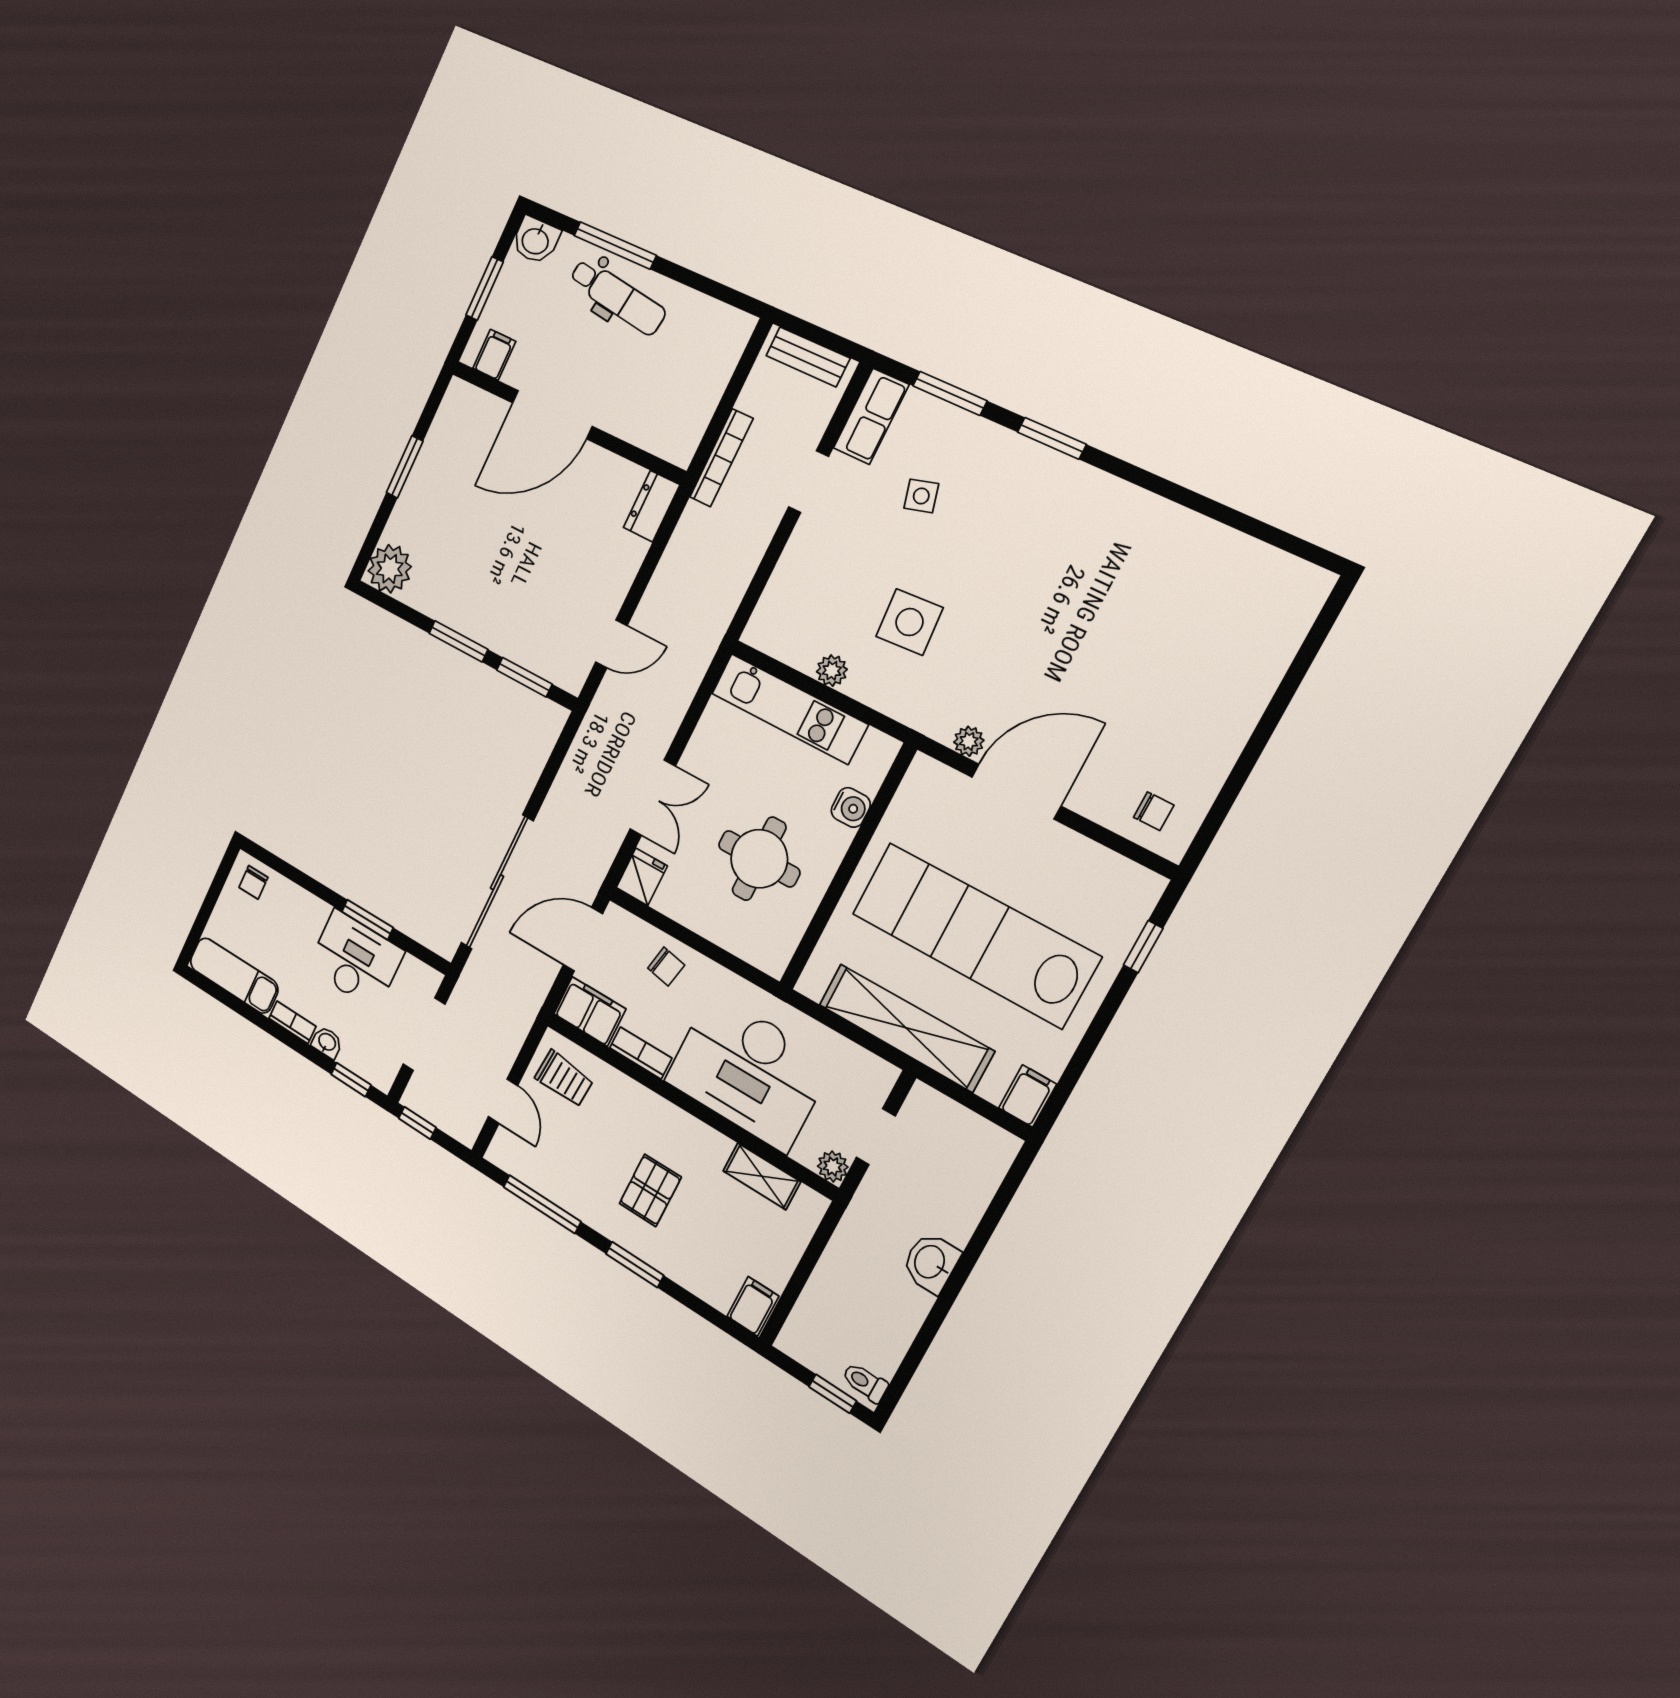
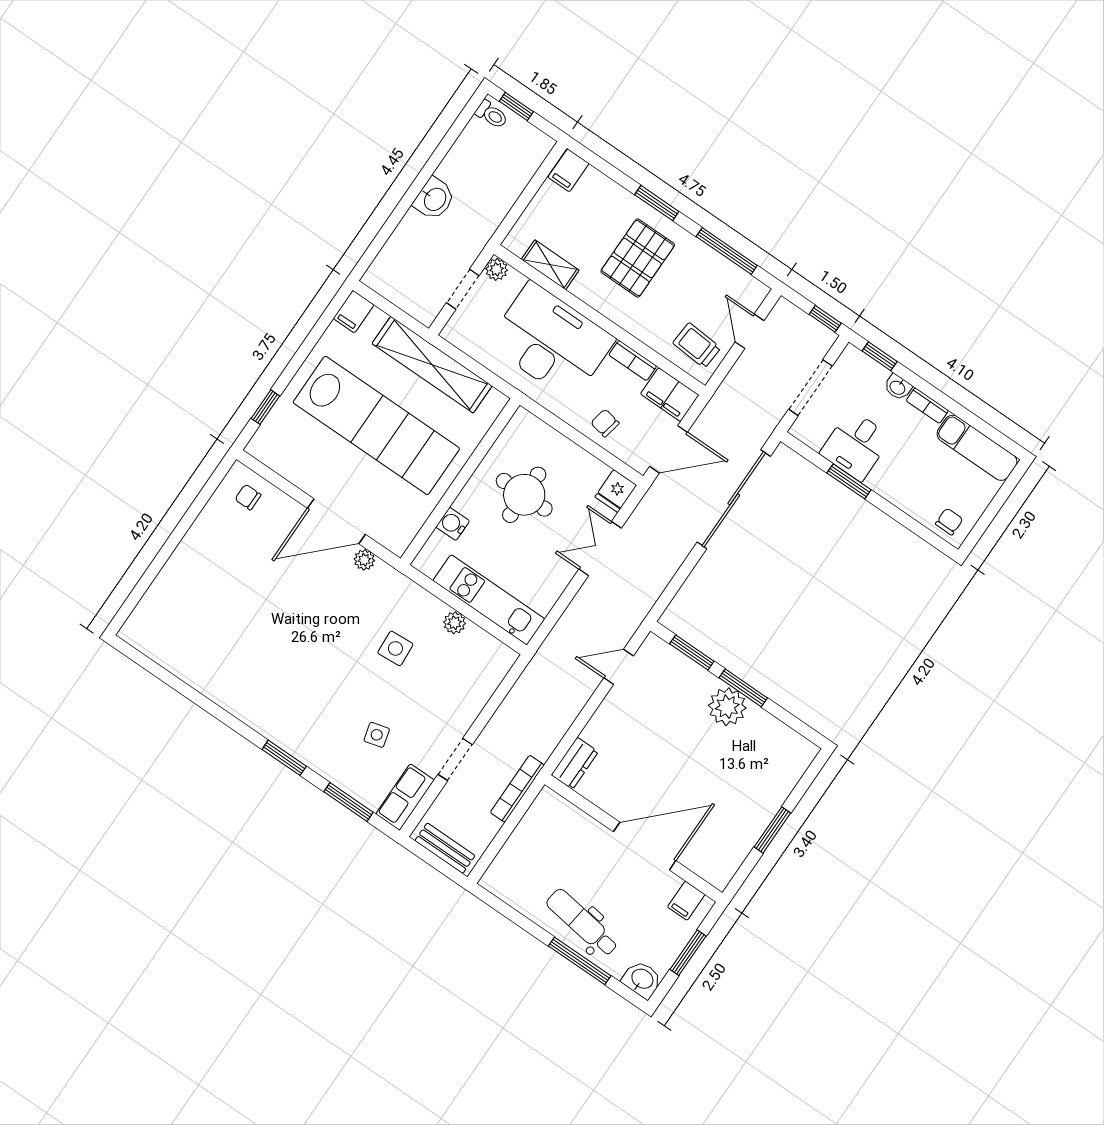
plant: (390, 569) -> (727, 707), moved
side table: (909, 622) -> (395, 648), width x0.73, depth x0.73
desk: (355, 960) -> (856, 445), width x0.73
pallet: (650, 1190) -> (638, 258), width x1.50, depth x1.42

